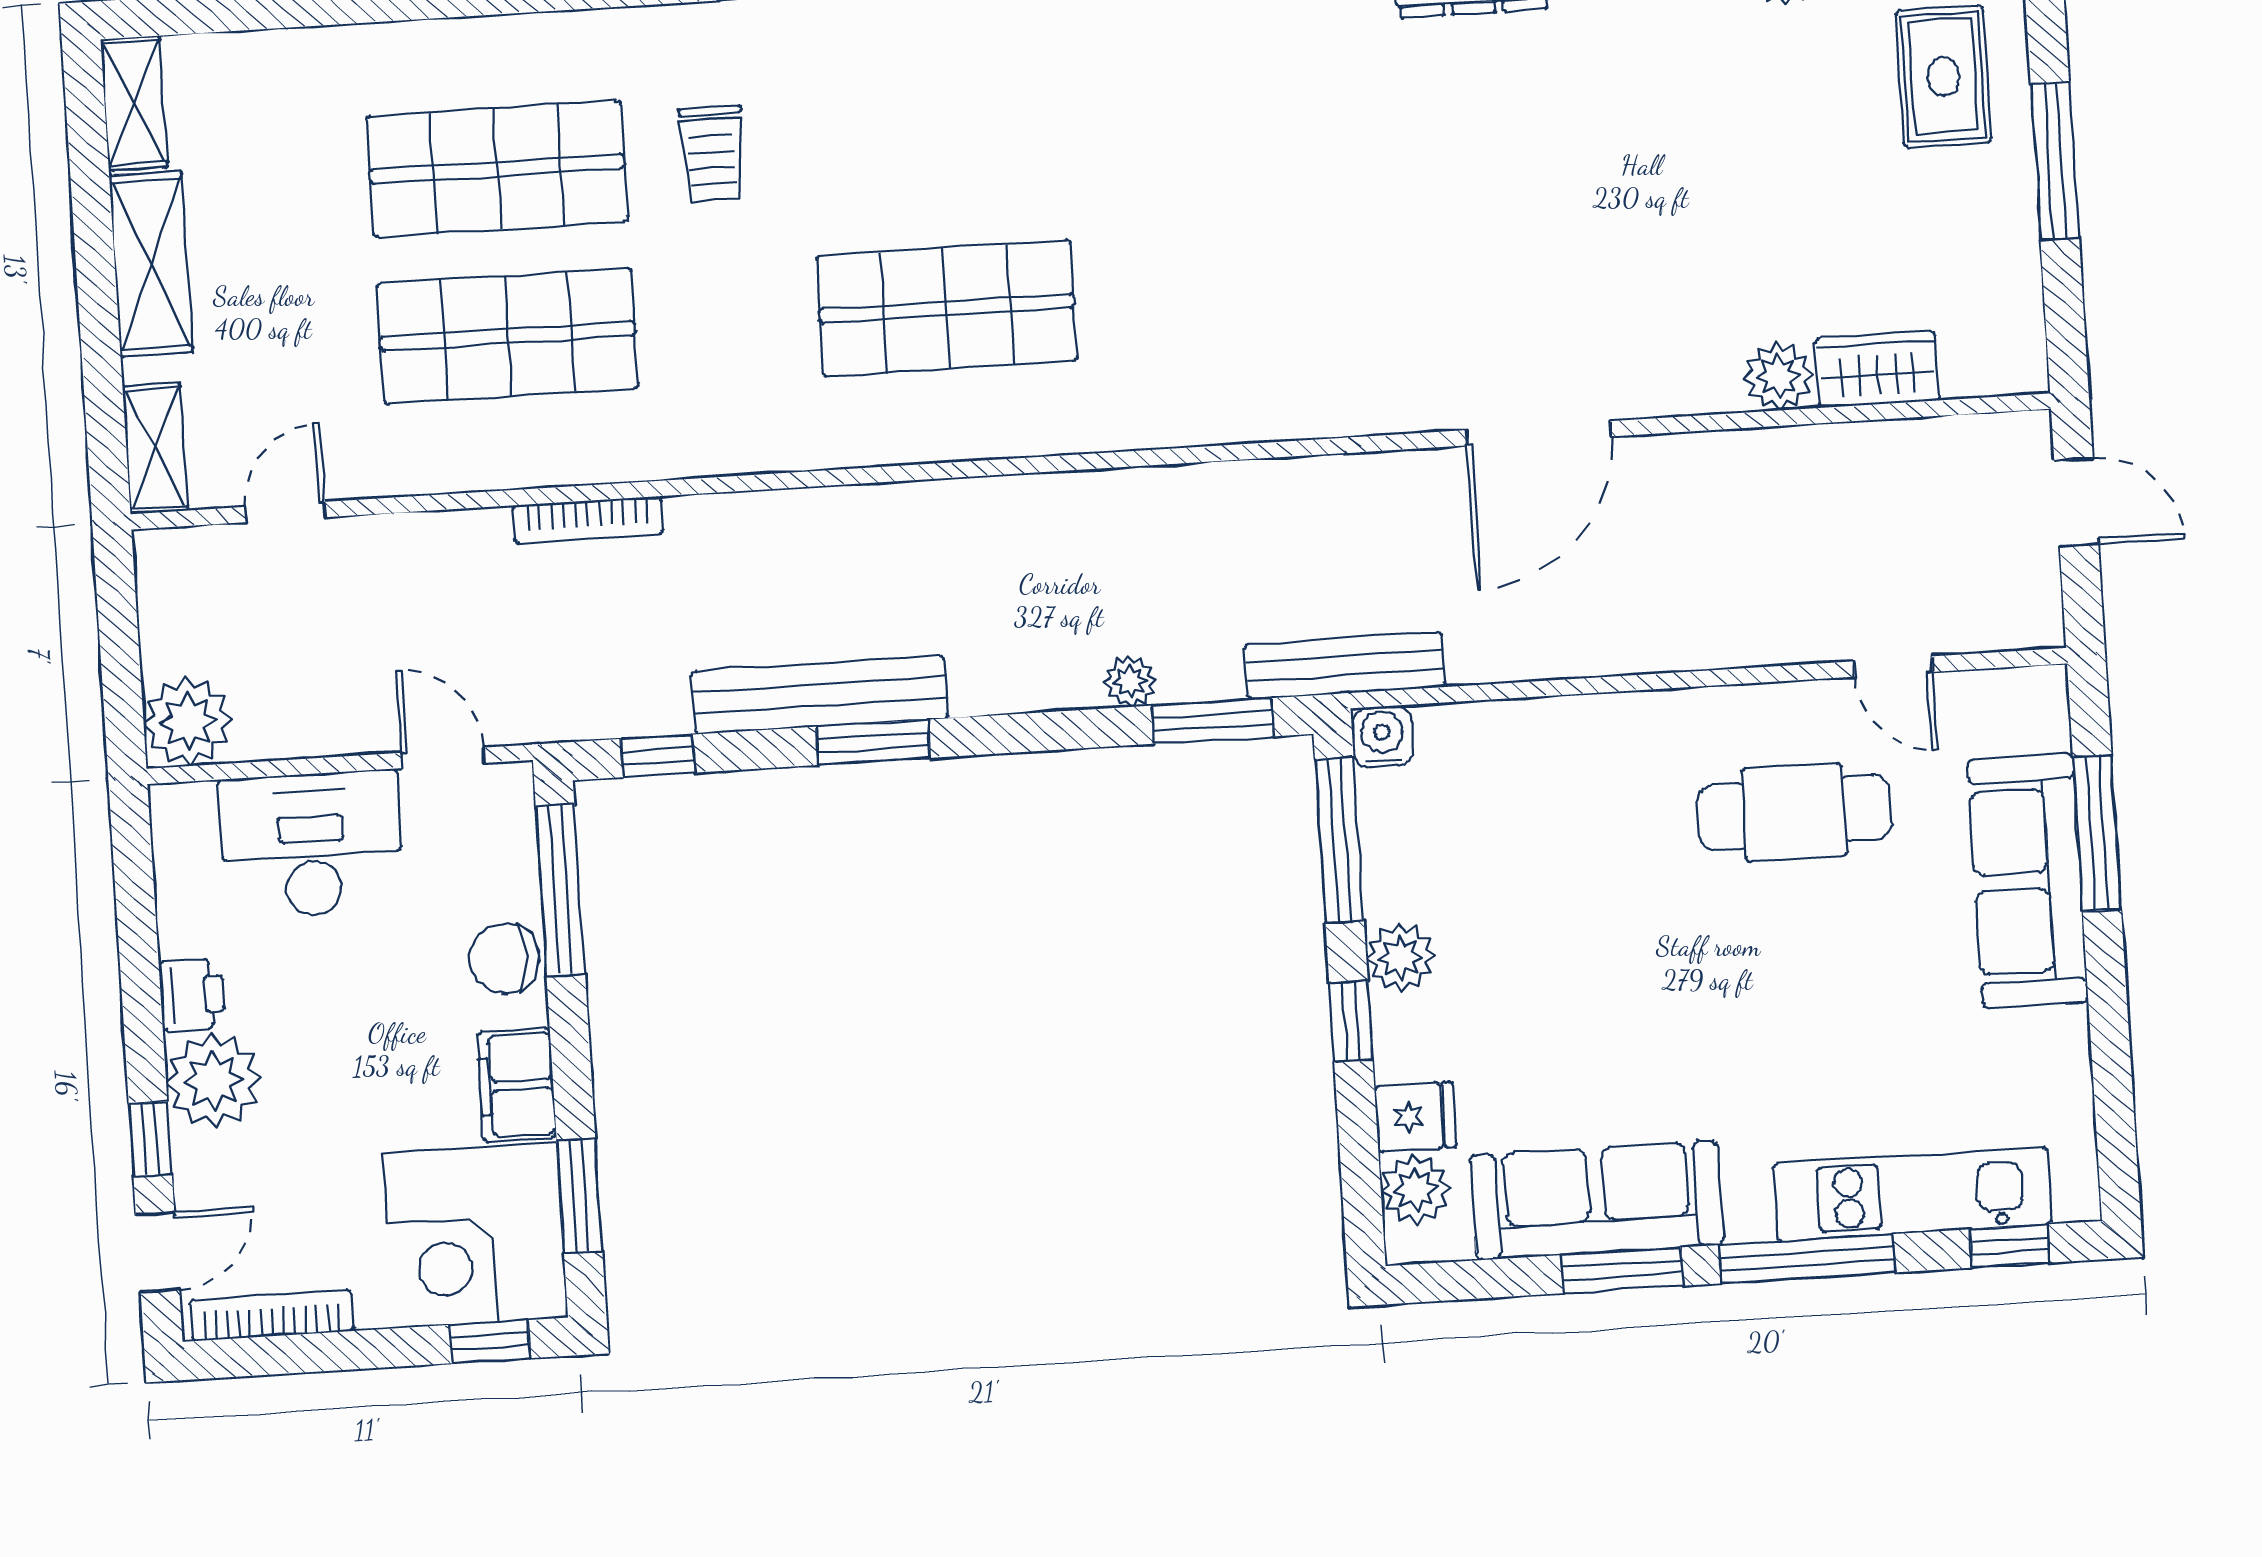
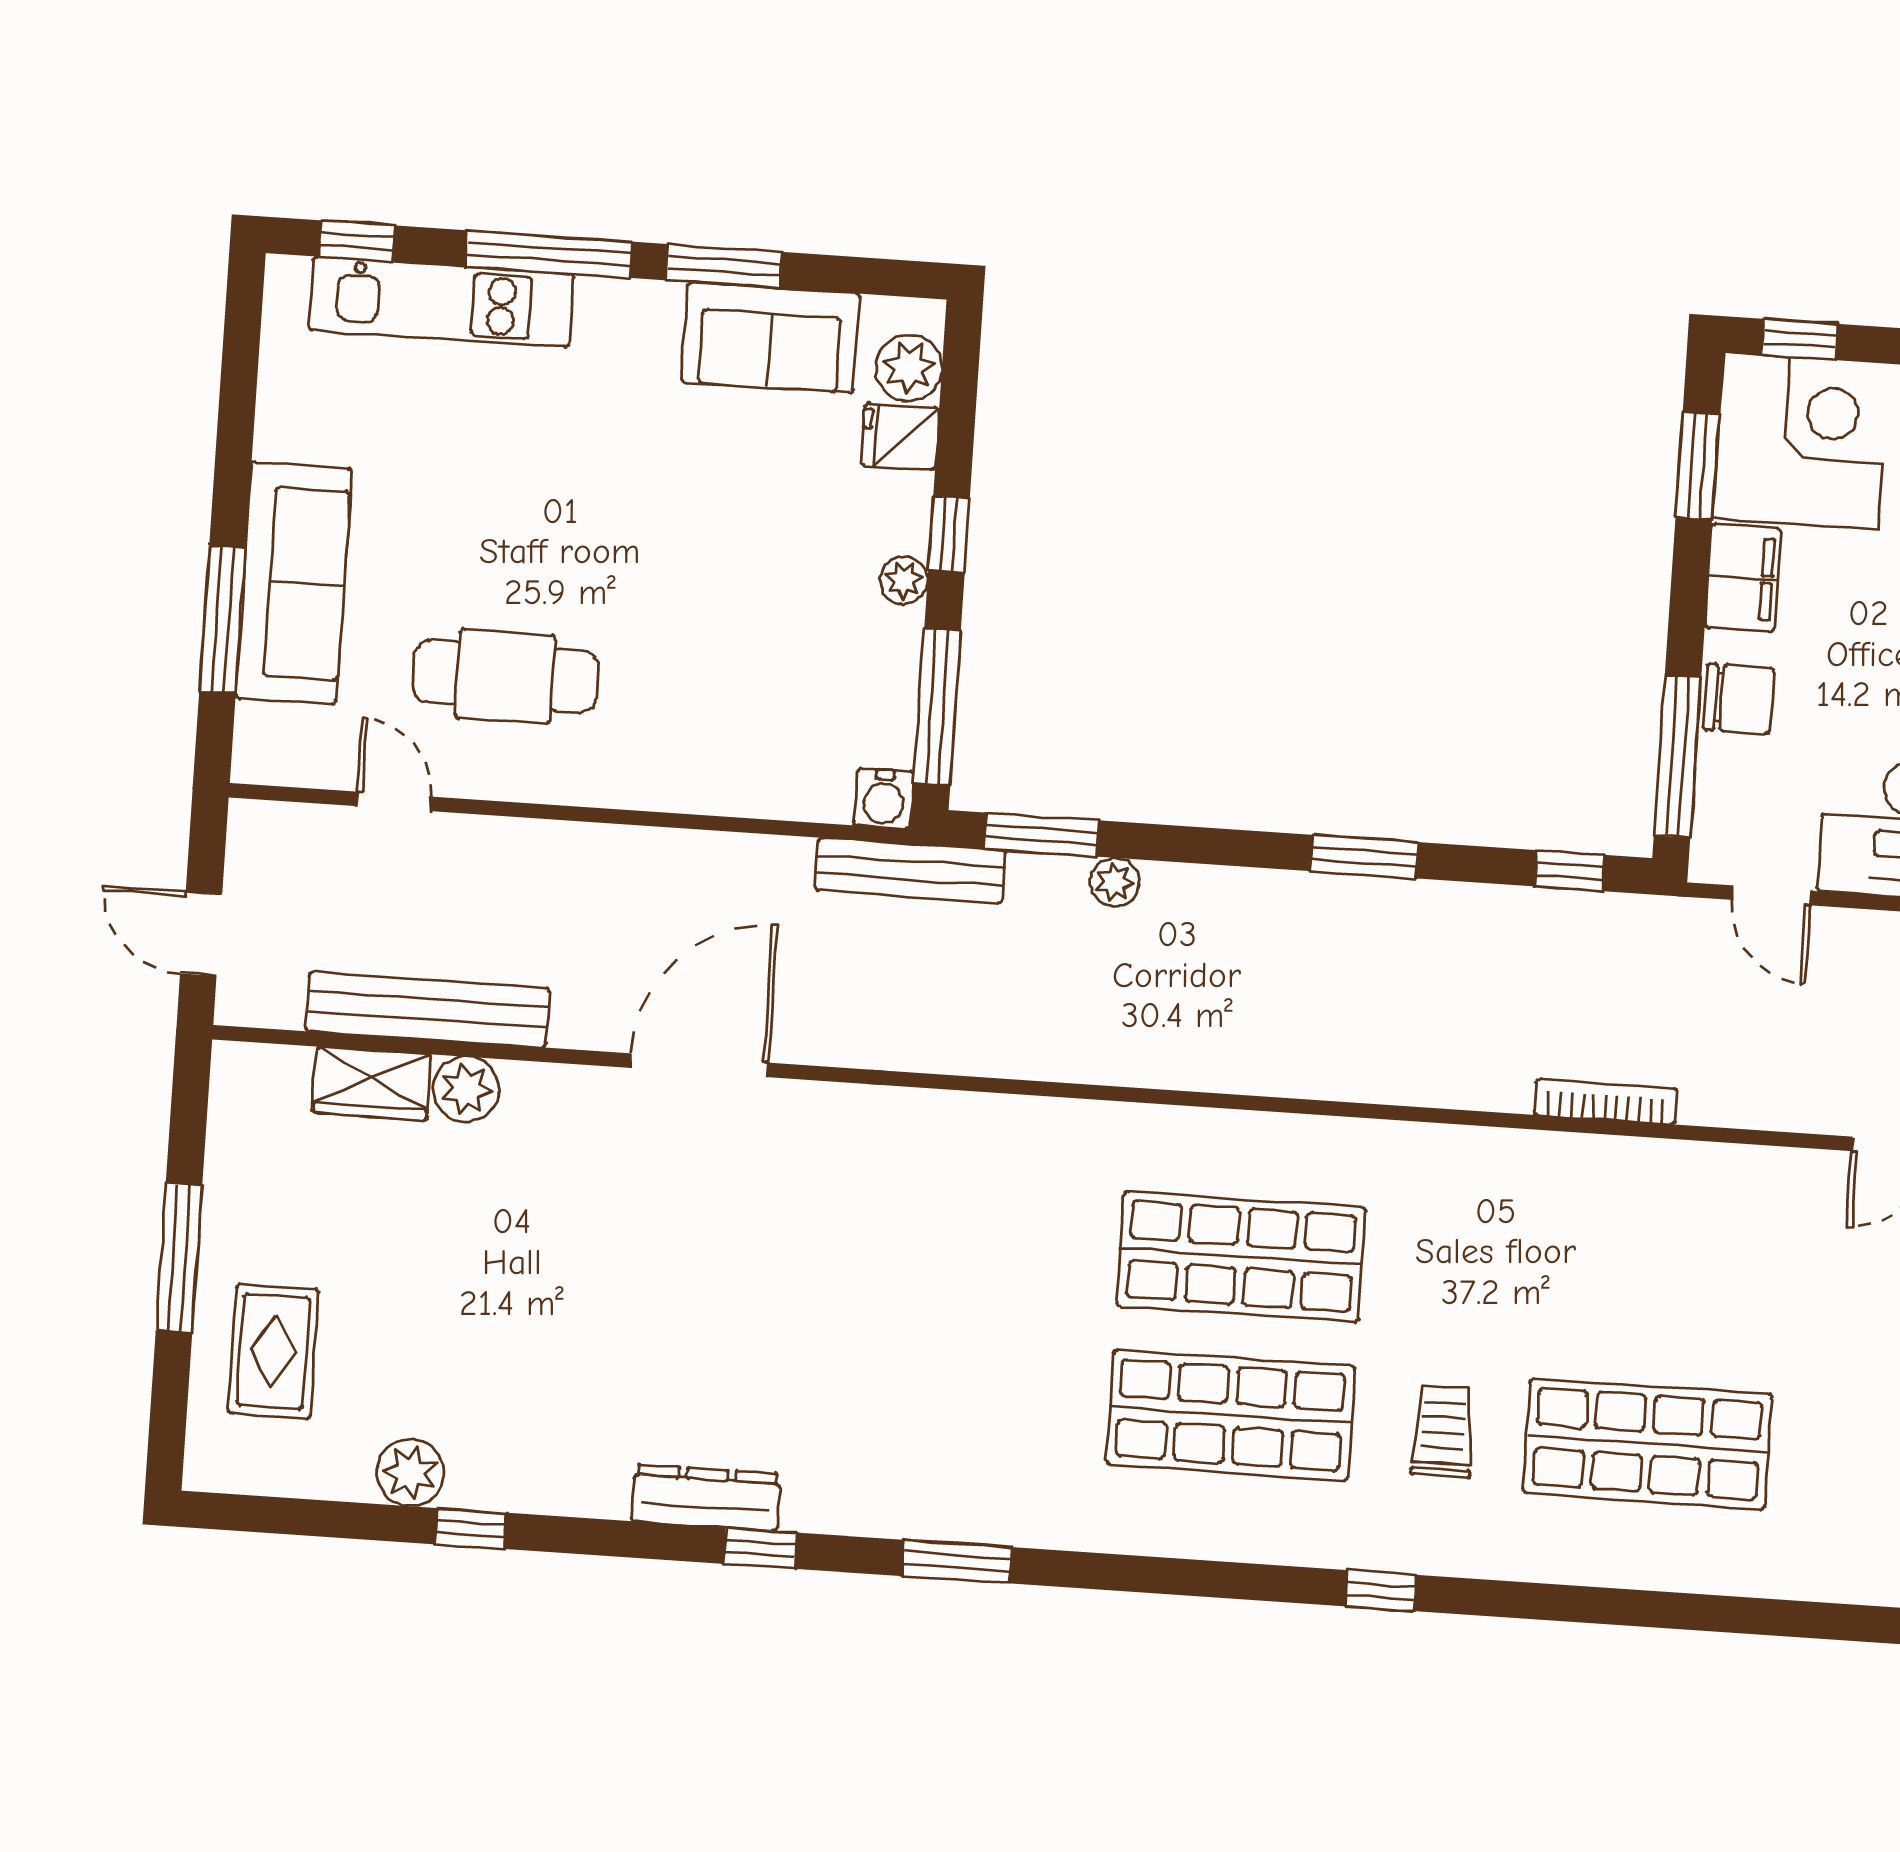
shop shelf: (508, 336) -> (1230, 1415), moved
bench: (820, 695) -> (428, 1009), moved
plant: (1401, 958) -> (904, 580), width x0.73, depth x0.73
sofa: (1597, 1200) -> (770, 338), width x0.73

